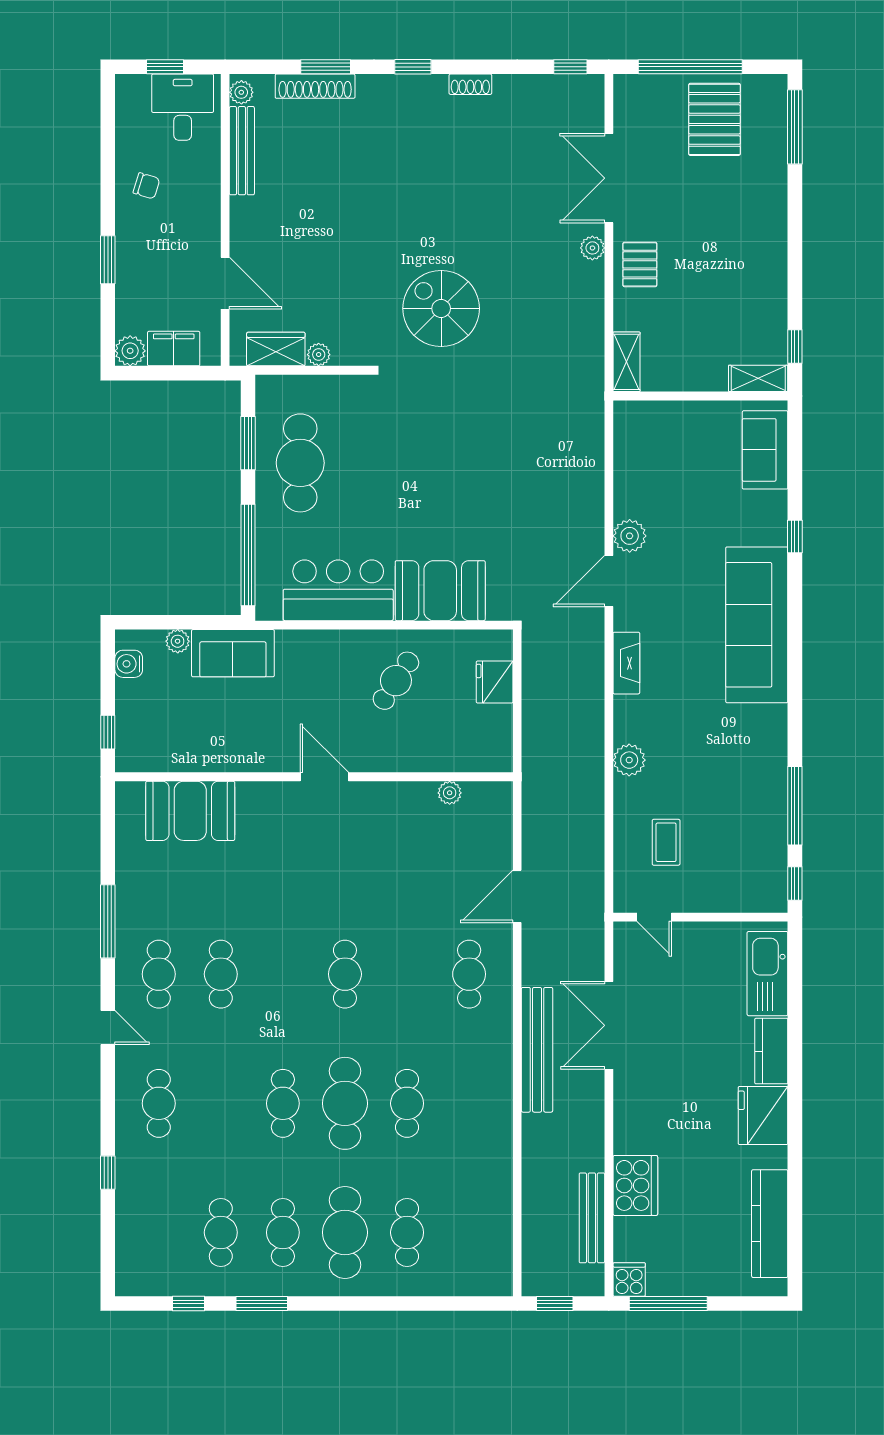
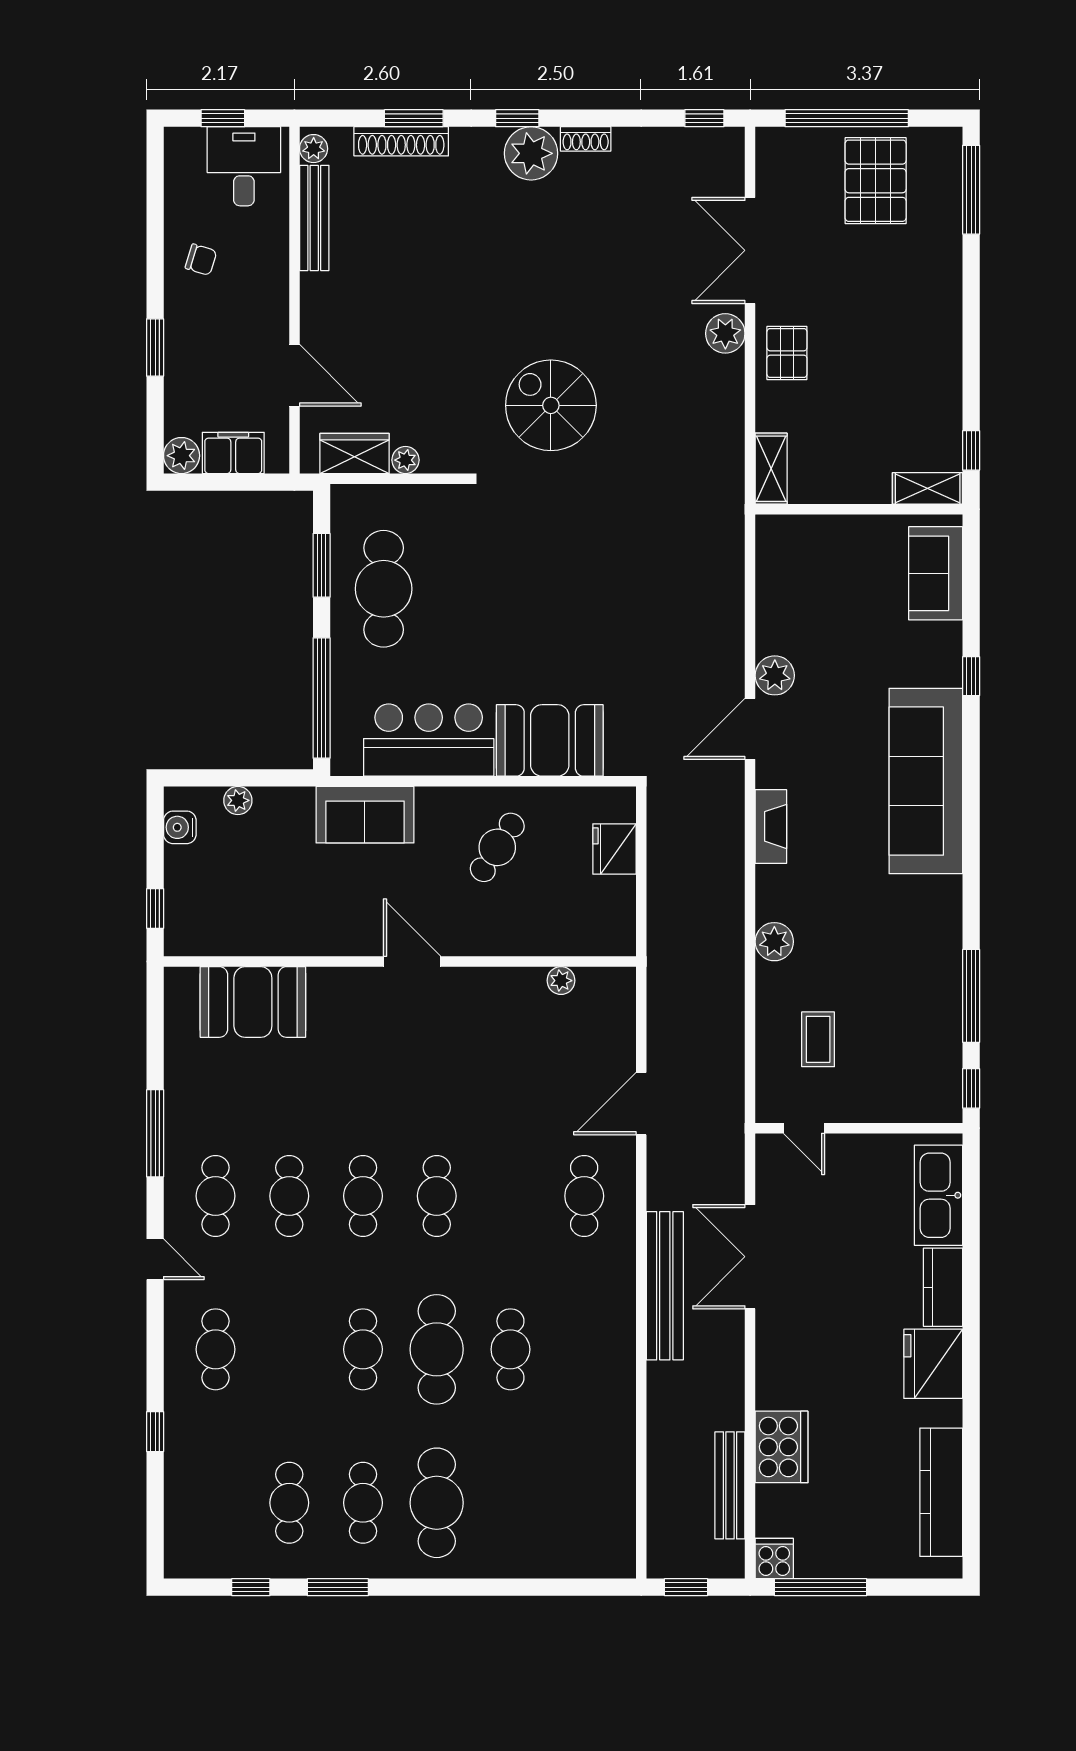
plant: (424, 96) -> (531, 153), added
plant: (592, 248) -> (725, 333), width x1.38, depth x1.38
sofa: (233, 653) -> (365, 815), moved
cafe table: (407, 1232) -> (363, 1196), moved

